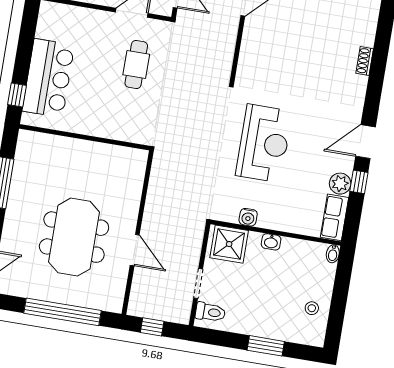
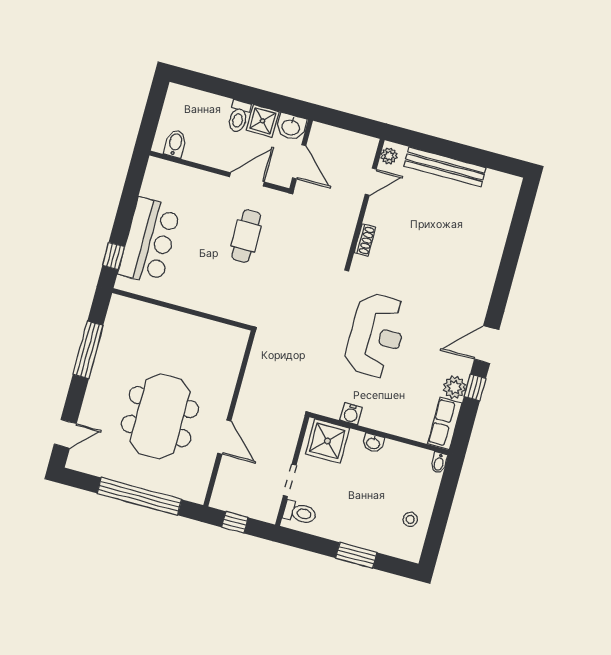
shoe rack: (365, 61) -> (365, 240), moved, turned 180

